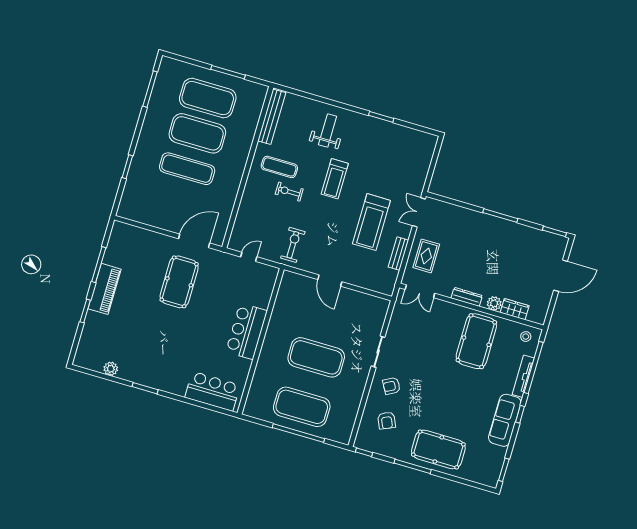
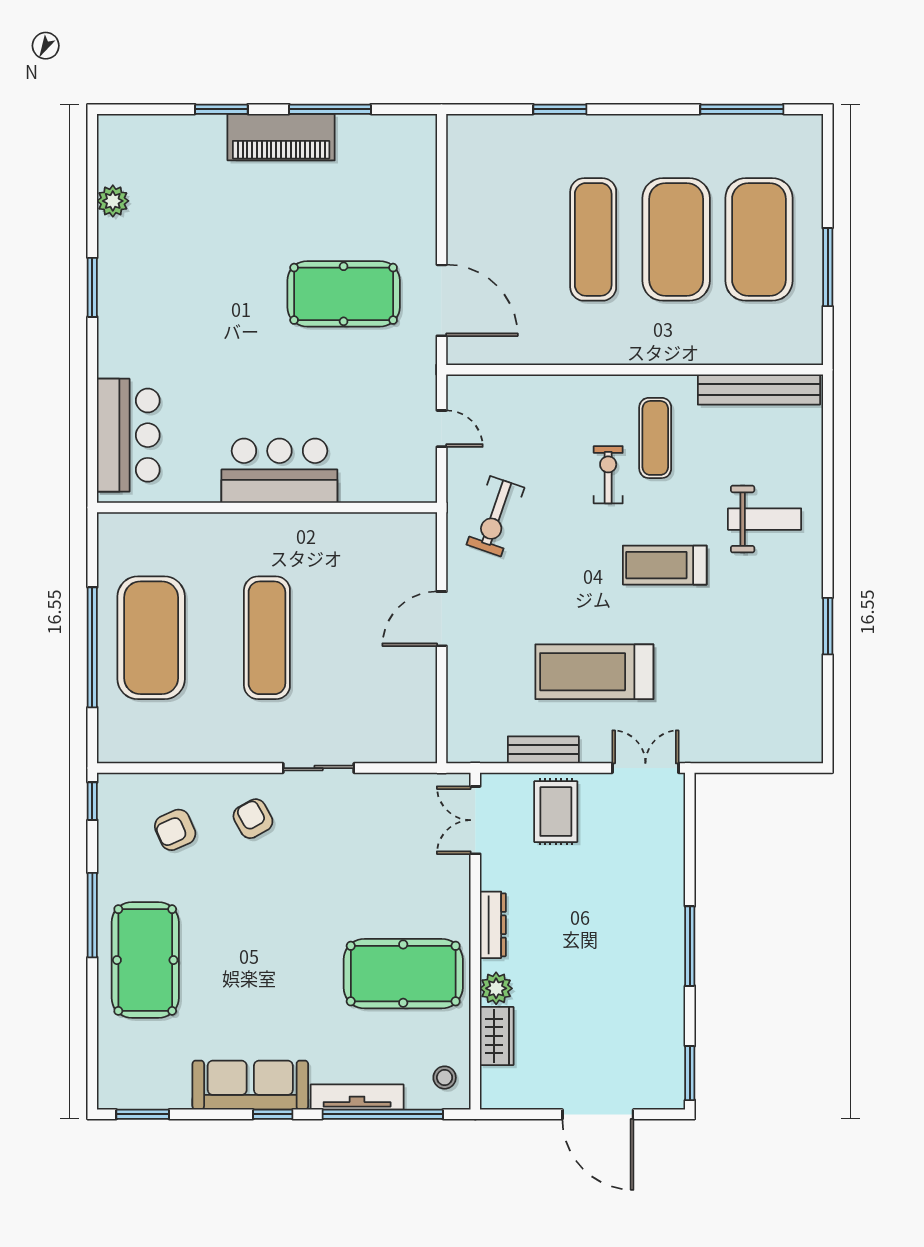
exercise bike: (293, 245) -> (495, 516), turned 109
rug: (426, 256) -> (556, 812), turned 90
exercise mat: (316, 357) -> (267, 638), width x0.68

